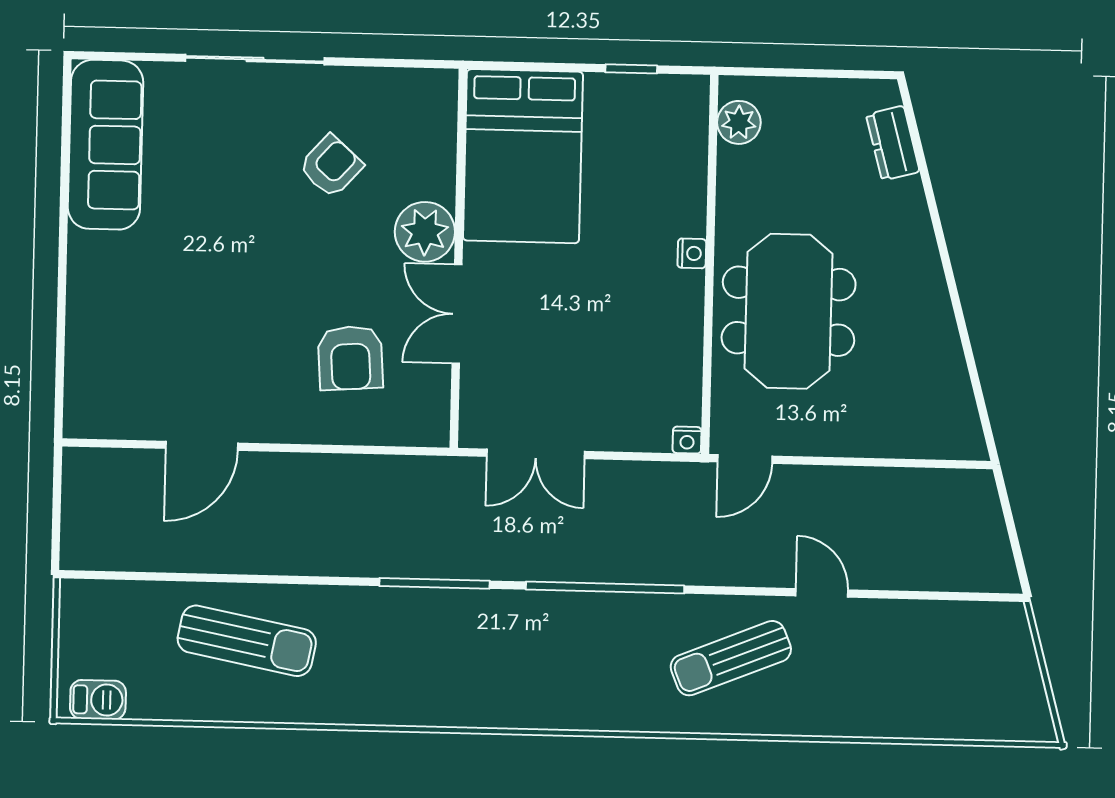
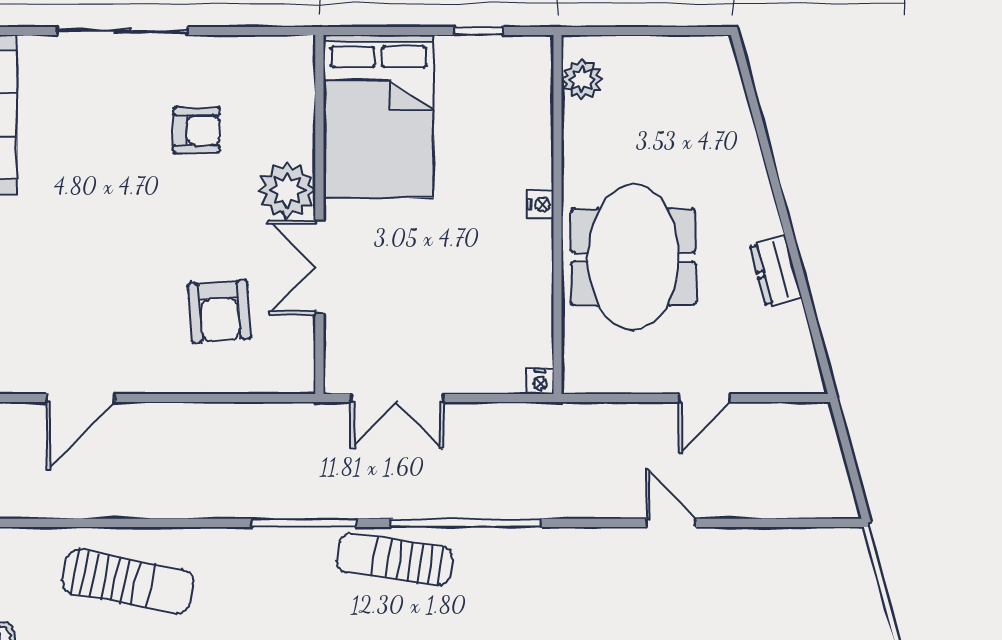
dresser: (893, 143) -> (776, 271), moved
armchair: (331, 166) -> (197, 130), turned 48
door: (745, 459) -> (704, 398), moved
sun lounger: (731, 658) -> (395, 559), moved, turned 30

